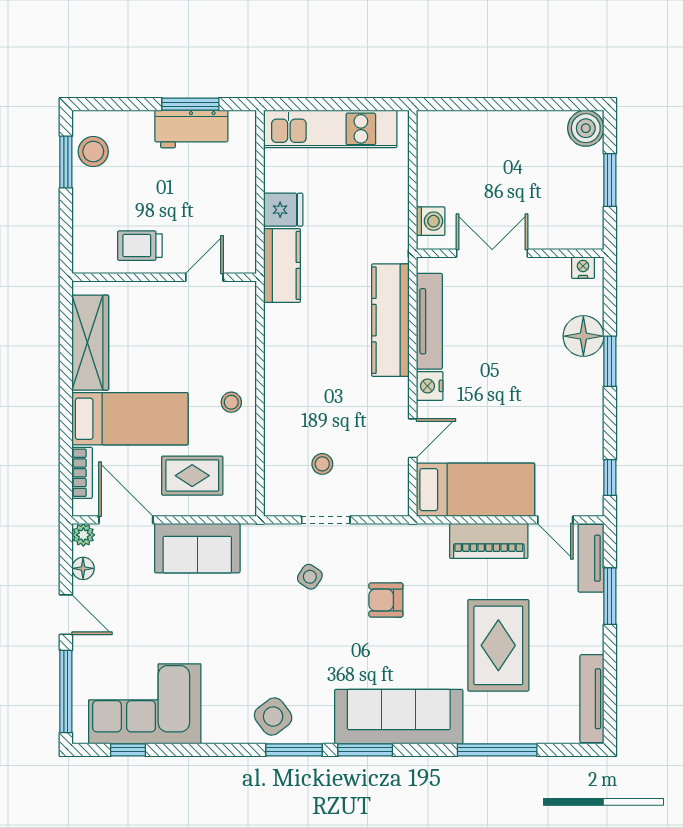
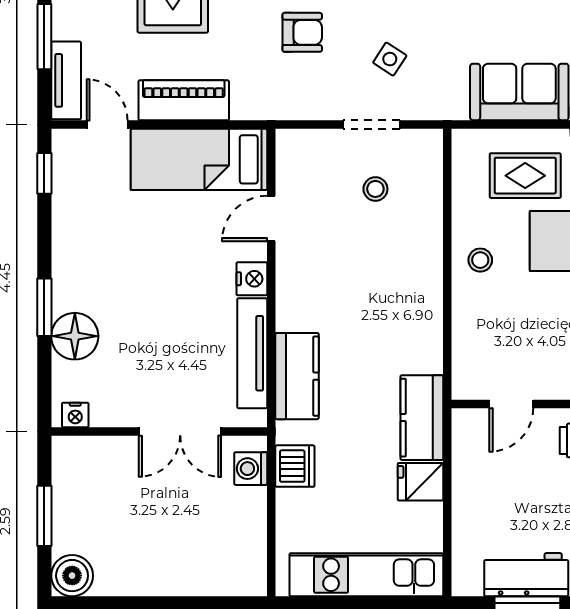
dishwasher: (392, 223) -> (295, 466), added
kitchen counter: (390, 320) -> (297, 376), width x0.67

